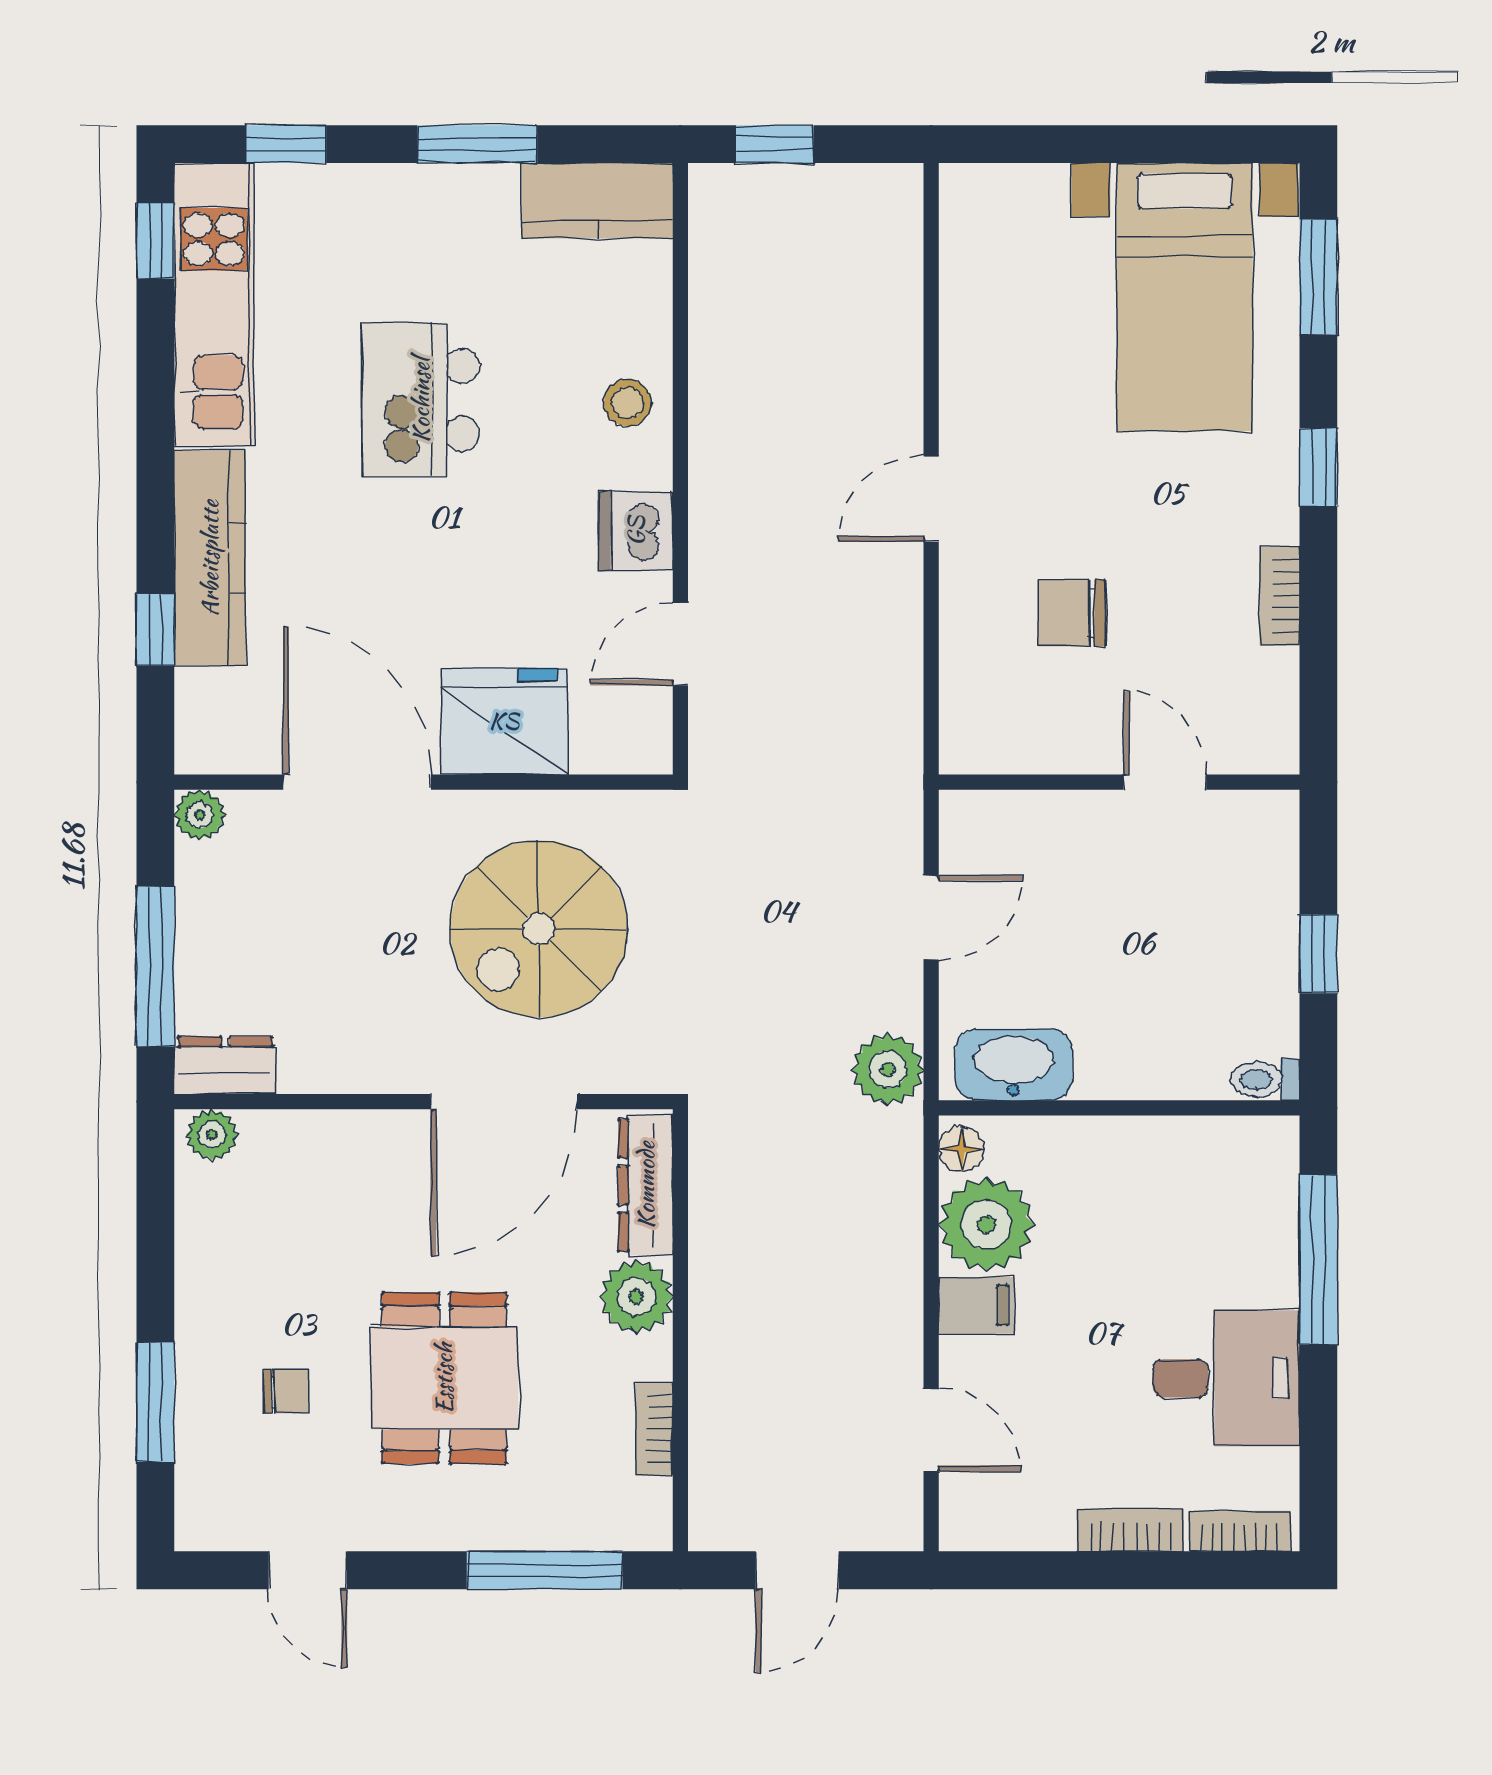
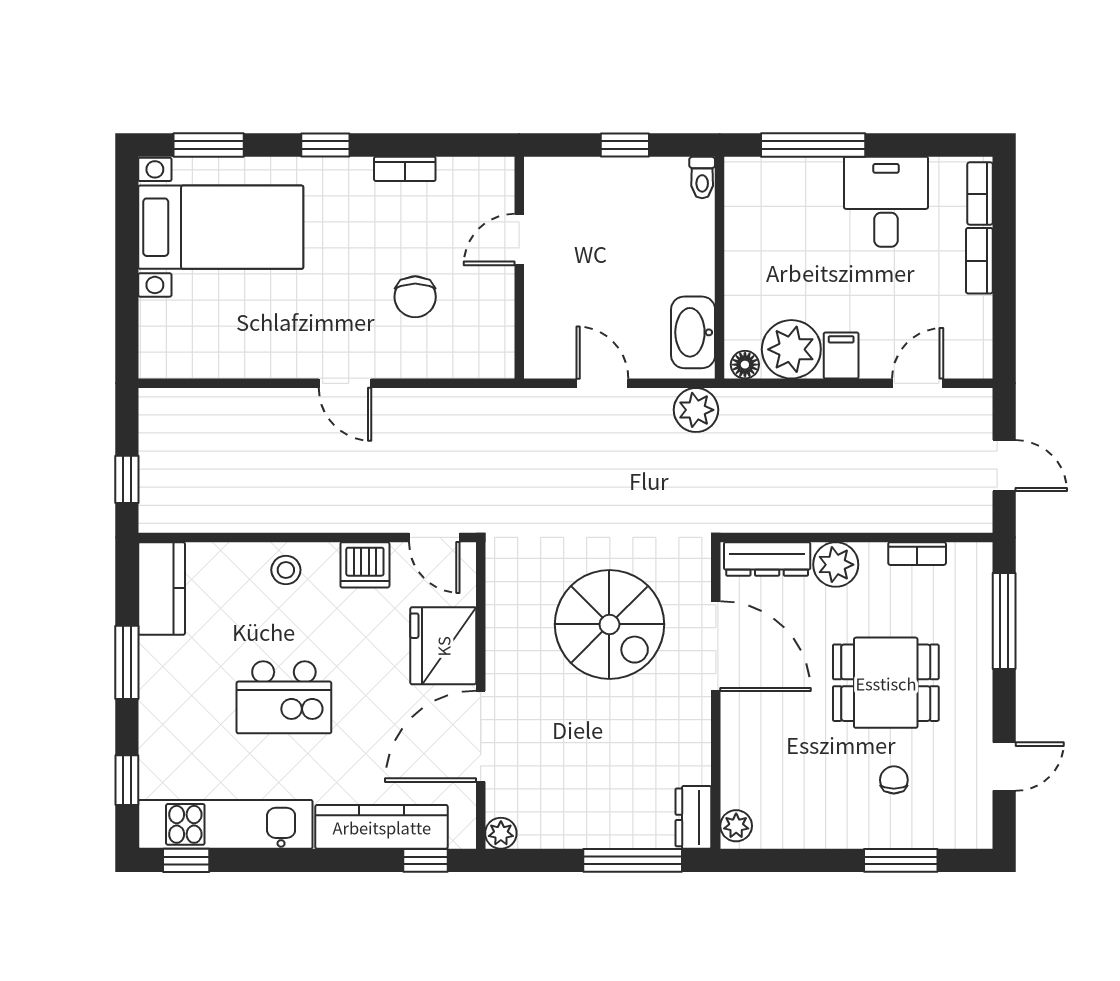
fridge: (504, 721) -> (443, 646), moved
door: (357, 782) -> (481, 736), moved
wall: (424, 782) -> (481, 695), moved
plant: (200, 815) -> (501, 833), moved

